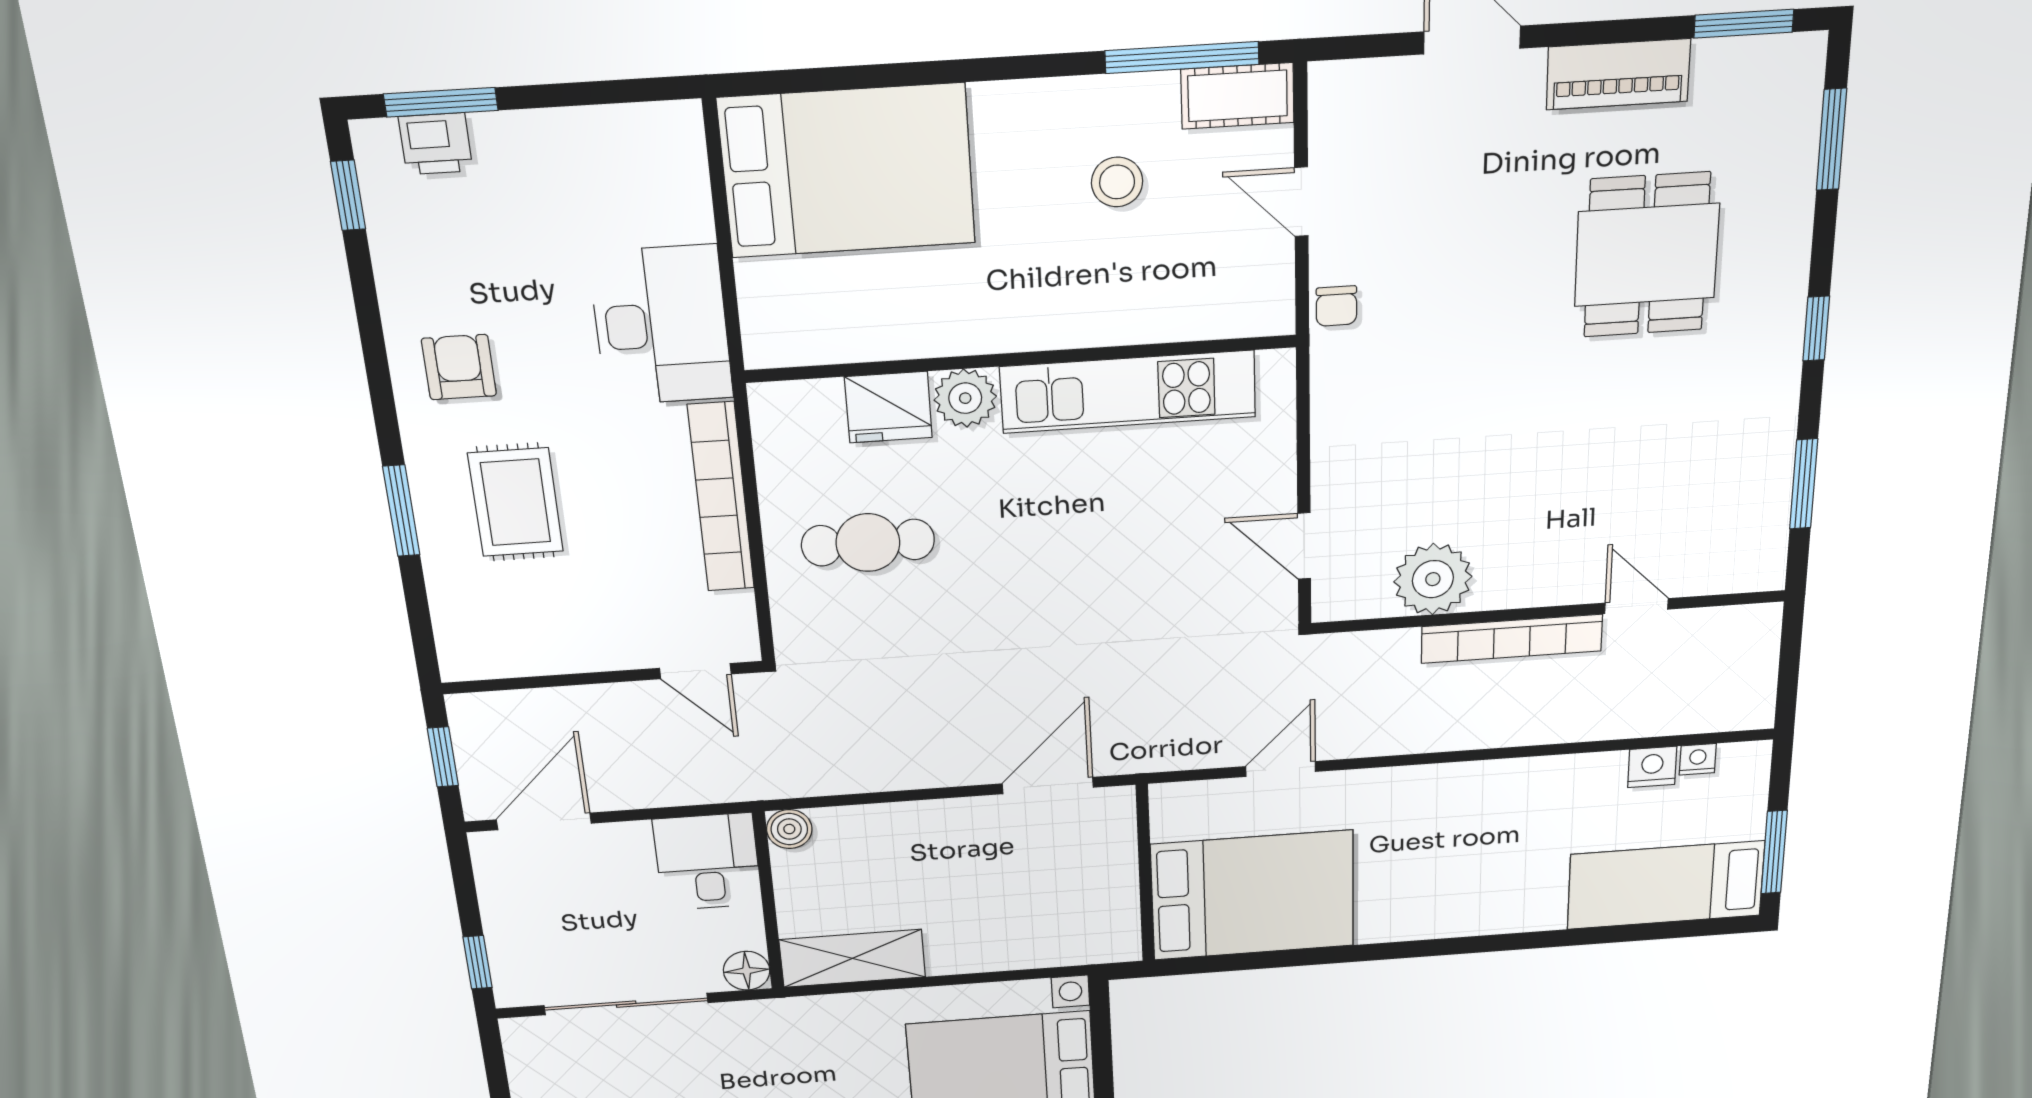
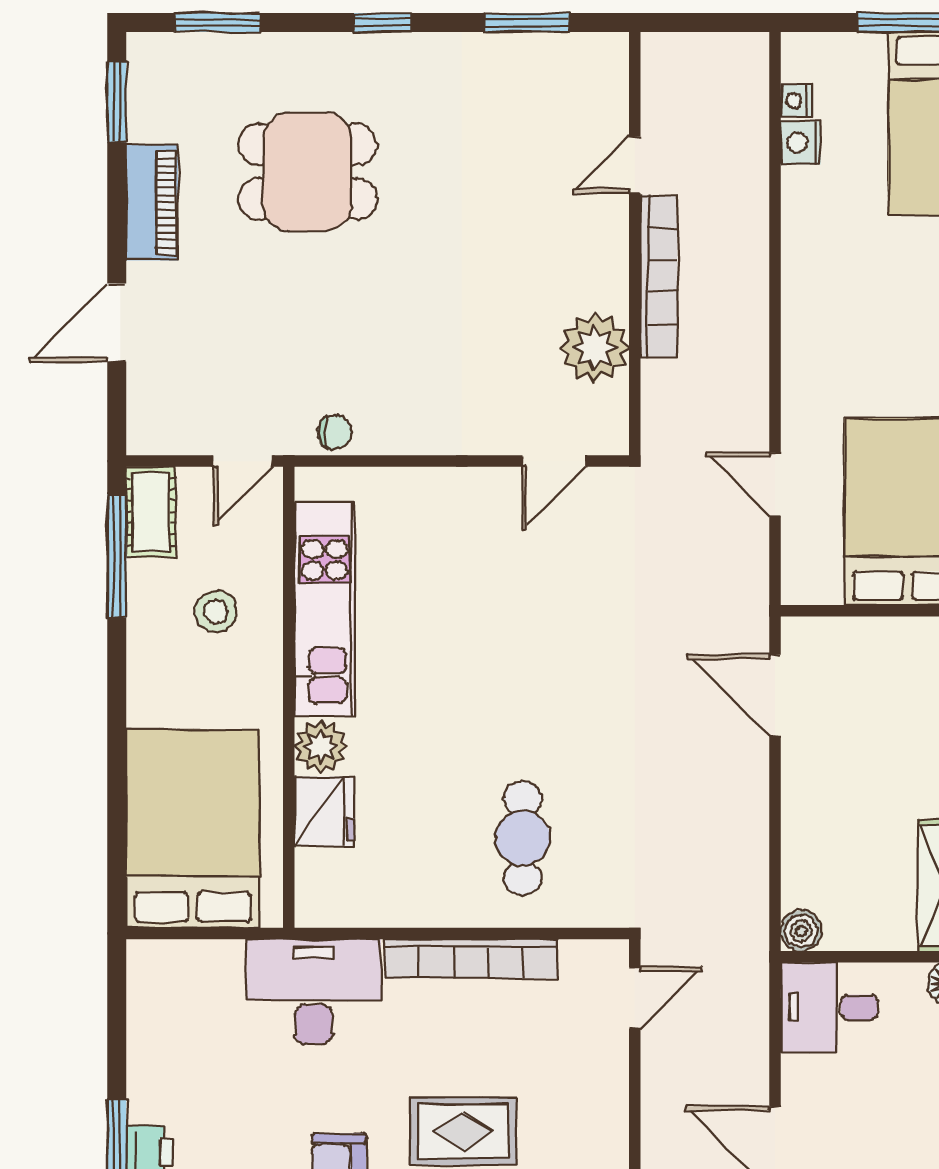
wall: (1022, 359) -> (289, 697), moved
kitchen unit: (1128, 392) -> (325, 609), moved
plant: (965, 398) -> (321, 746), moved
fridge: (888, 407) -> (324, 811), moved

